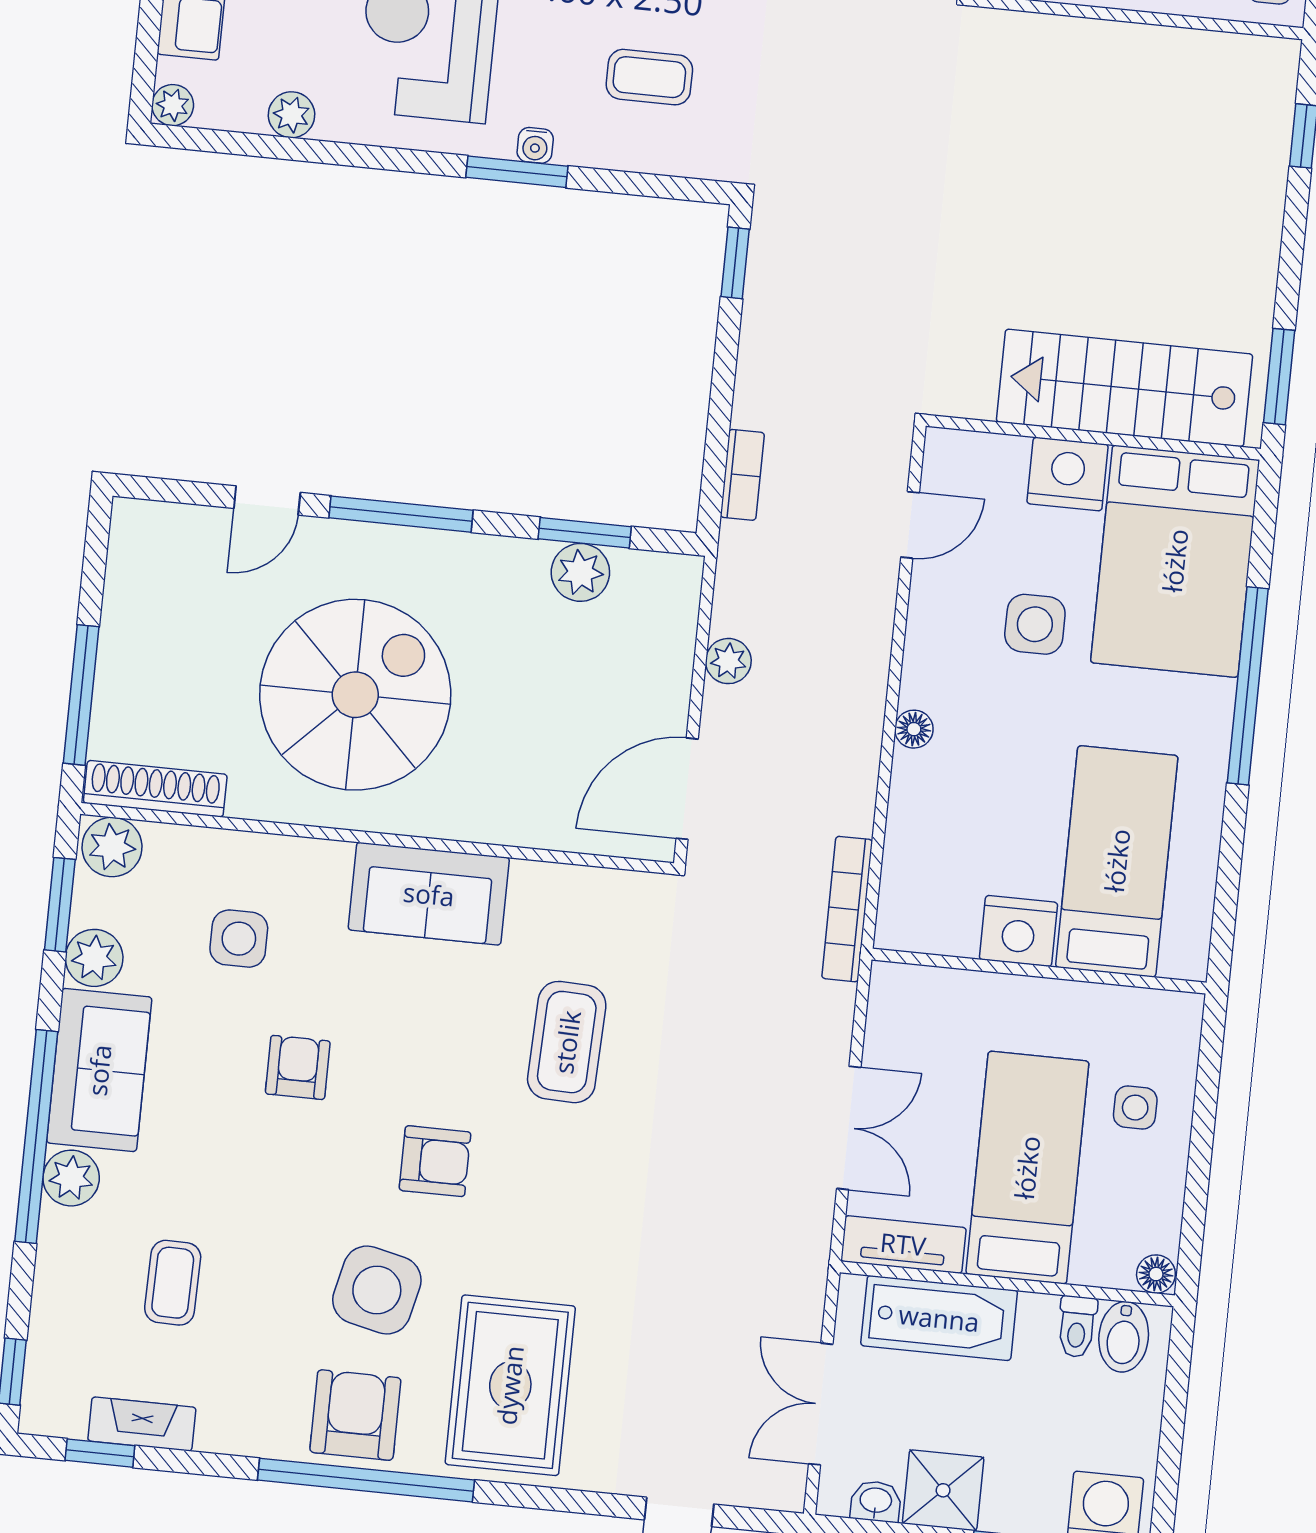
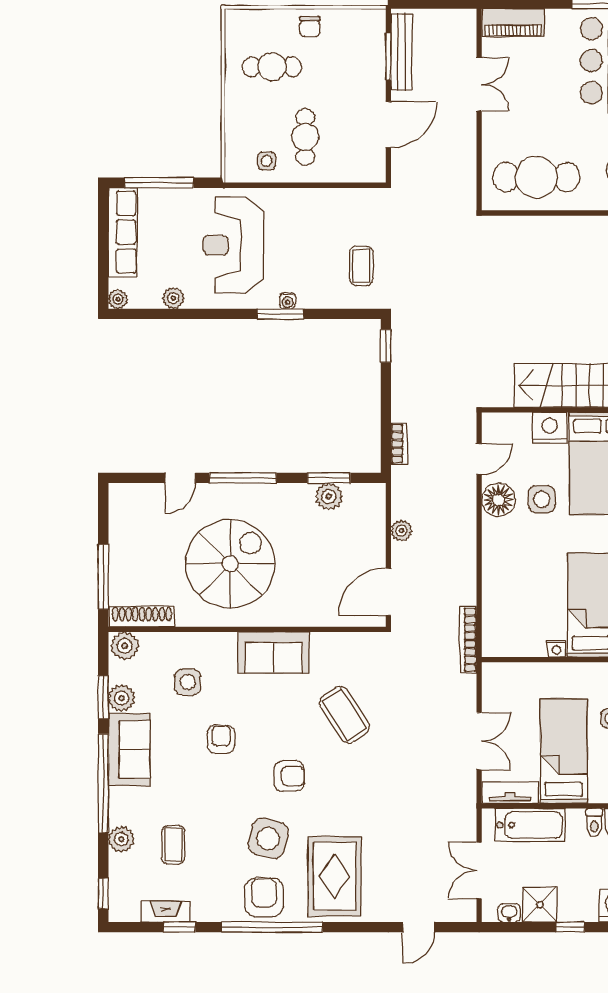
coffee table: (649, 77) -> (361, 266), moved, turned 90
floor lamp: (914, 729) -> (498, 500), moved, width x1.89, depth x1.89
window: (60, 905) -> (103, 697), moved
nightstand: (1019, 931) -> (556, 649), width x0.53, depth x0.56
coffee table: (567, 1042) -> (344, 715), turned -35
plant: (71, 1178) -> (121, 839), moved
window: (100, 1453) -> (179, 927), moved

